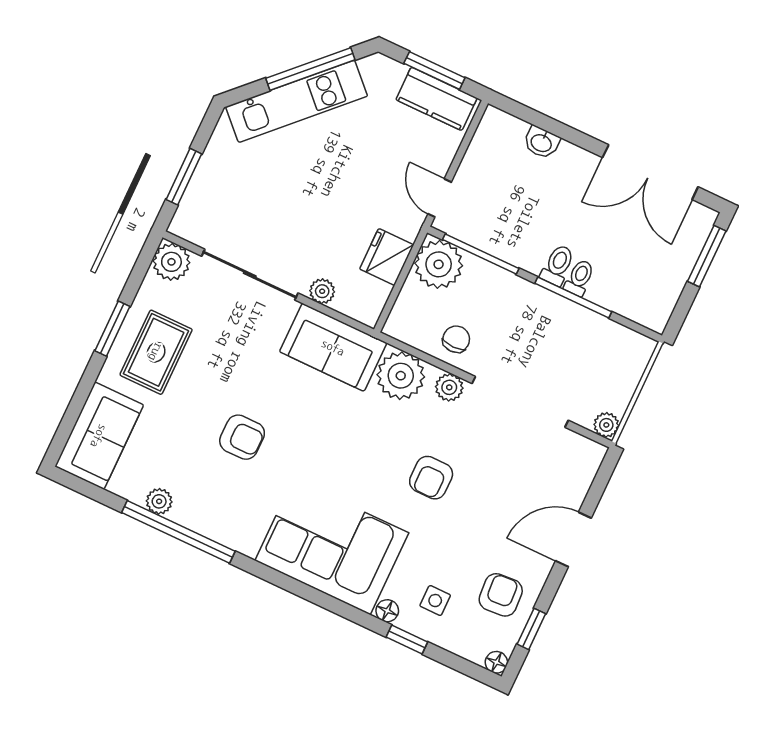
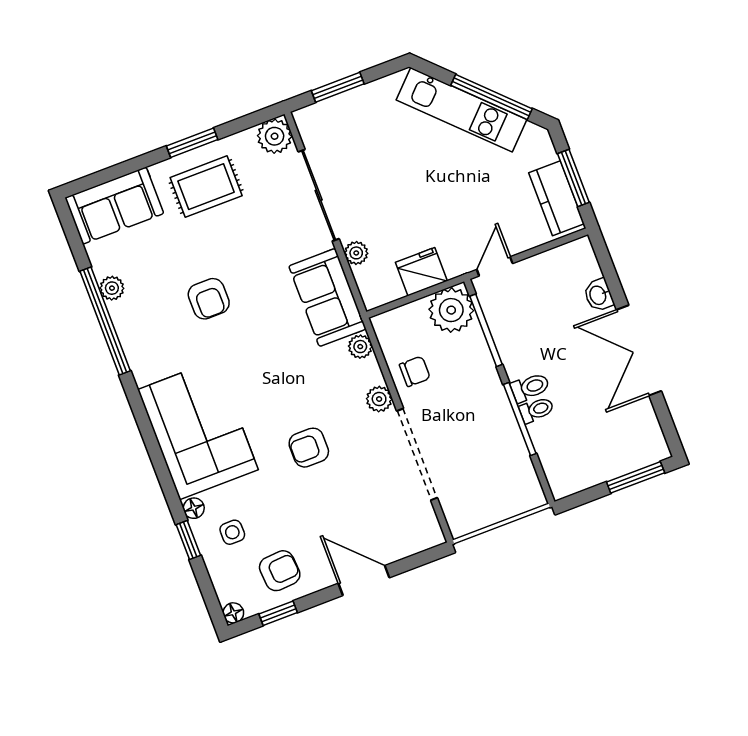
double door: (650, 172) -> (639, 350), moved
plant: (401, 376) -> (360, 347), width x0.53, depth x0.53
plant: (606, 425) -> (460, 525), removed

